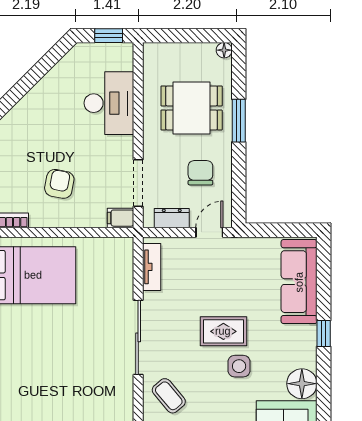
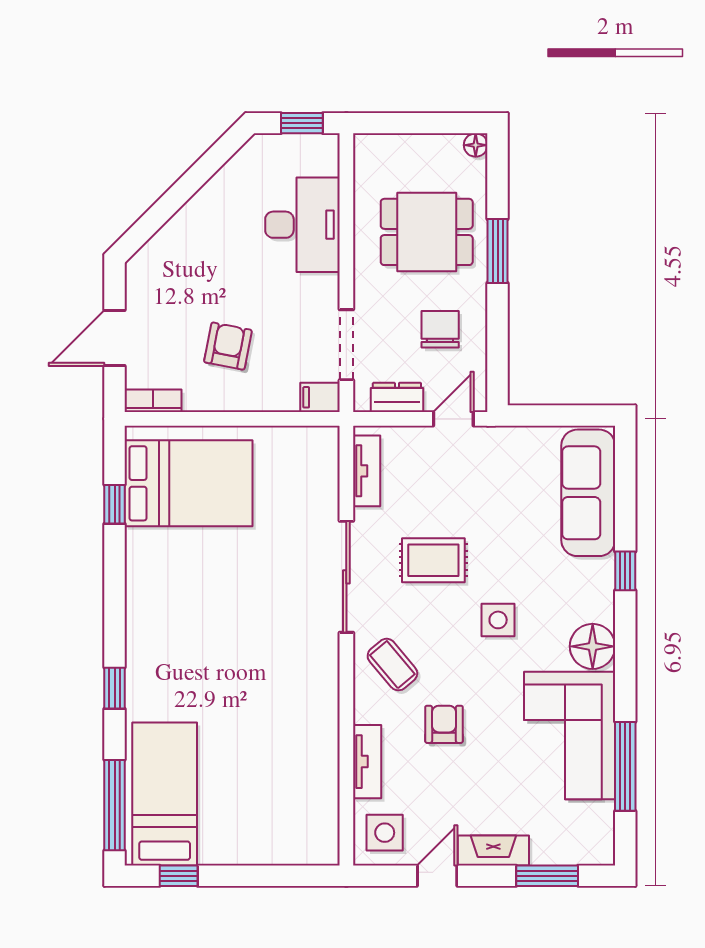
rug: (223, 331) -> (433, 560), moved

